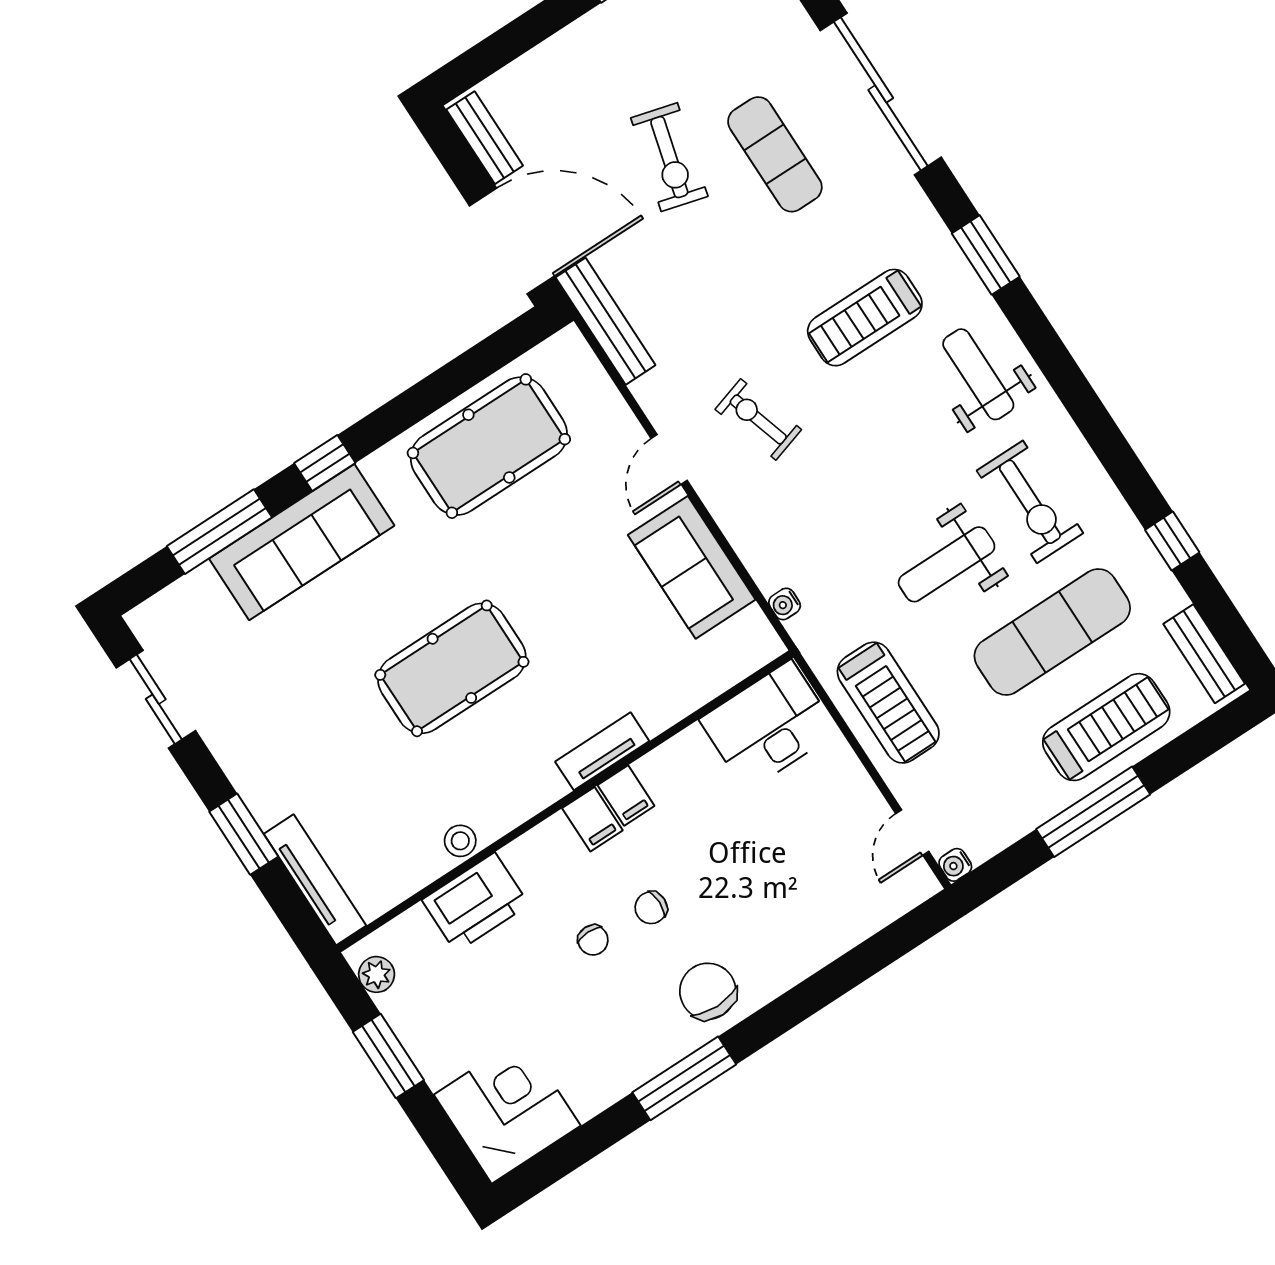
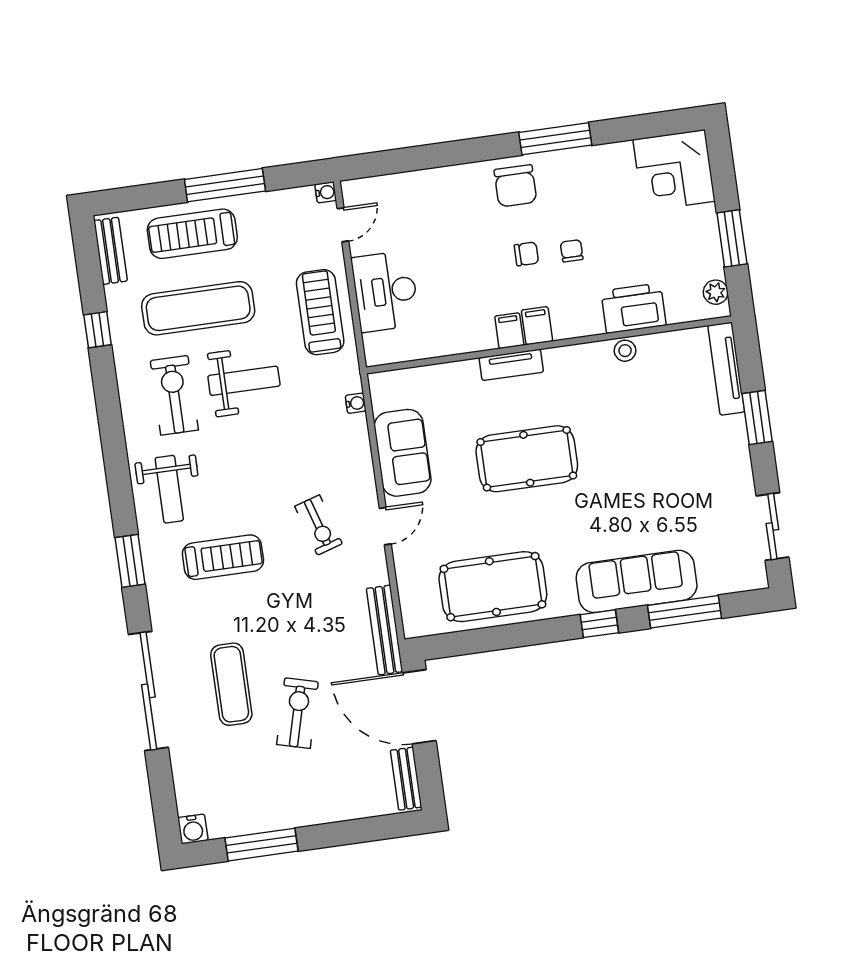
pool table: (452, 668) -> (527, 459), moved
desk: (769, 726) -> (385, 291), moved, turned 90

